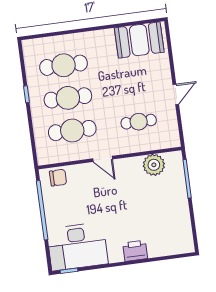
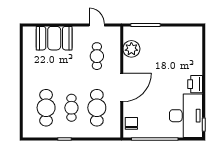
booth: (139, 40) -> (54, 38), moved, turned 90
door: (176, 94) -> (97, 25), moved
cafe table: (68, 98) -> (71, 108), width x0.73, depth x0.74
door: (103, 159) -> (122, 87), width x1.87
printer: (135, 251) -> (195, 84), moved

